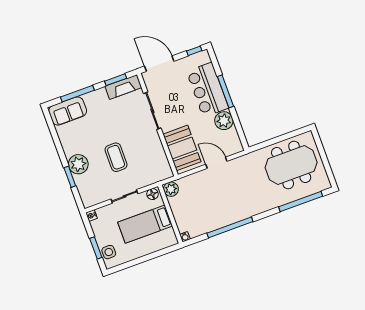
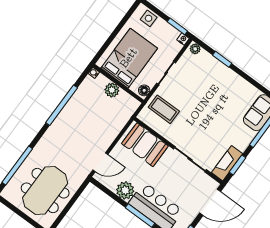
coffee table: (116, 157) -> (164, 109), moved
door: (216, 163) -> (100, 162), moved
plant: (78, 164) -> (195, 49), moved, width x0.53, depth x0.53
plant: (171, 189) -> (112, 90), moved
bed: (145, 224) -> (129, 58), width x1.50
window: (96, 248) -> (177, 26), moved

